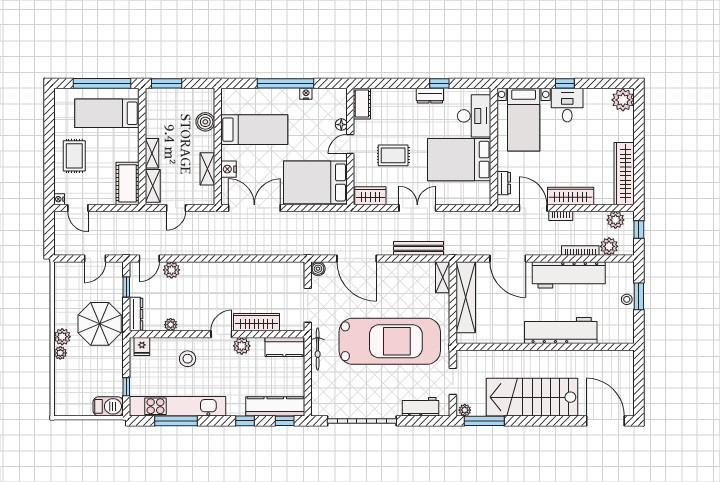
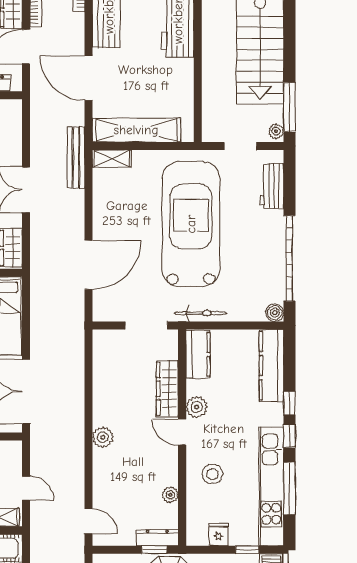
bench: (419, 248) -> (76, 157), moved
door: (508, 258) -> (88, 78), swing flipped
boiler: (318, 269) -> (275, 313), moved
plant: (172, 270) -> (103, 437), moved
window: (126, 287) -> (154, 550), moved
fridge: (142, 346) -> (219, 535), moved, turned -90
window: (285, 421) -> (289, 436), moved

